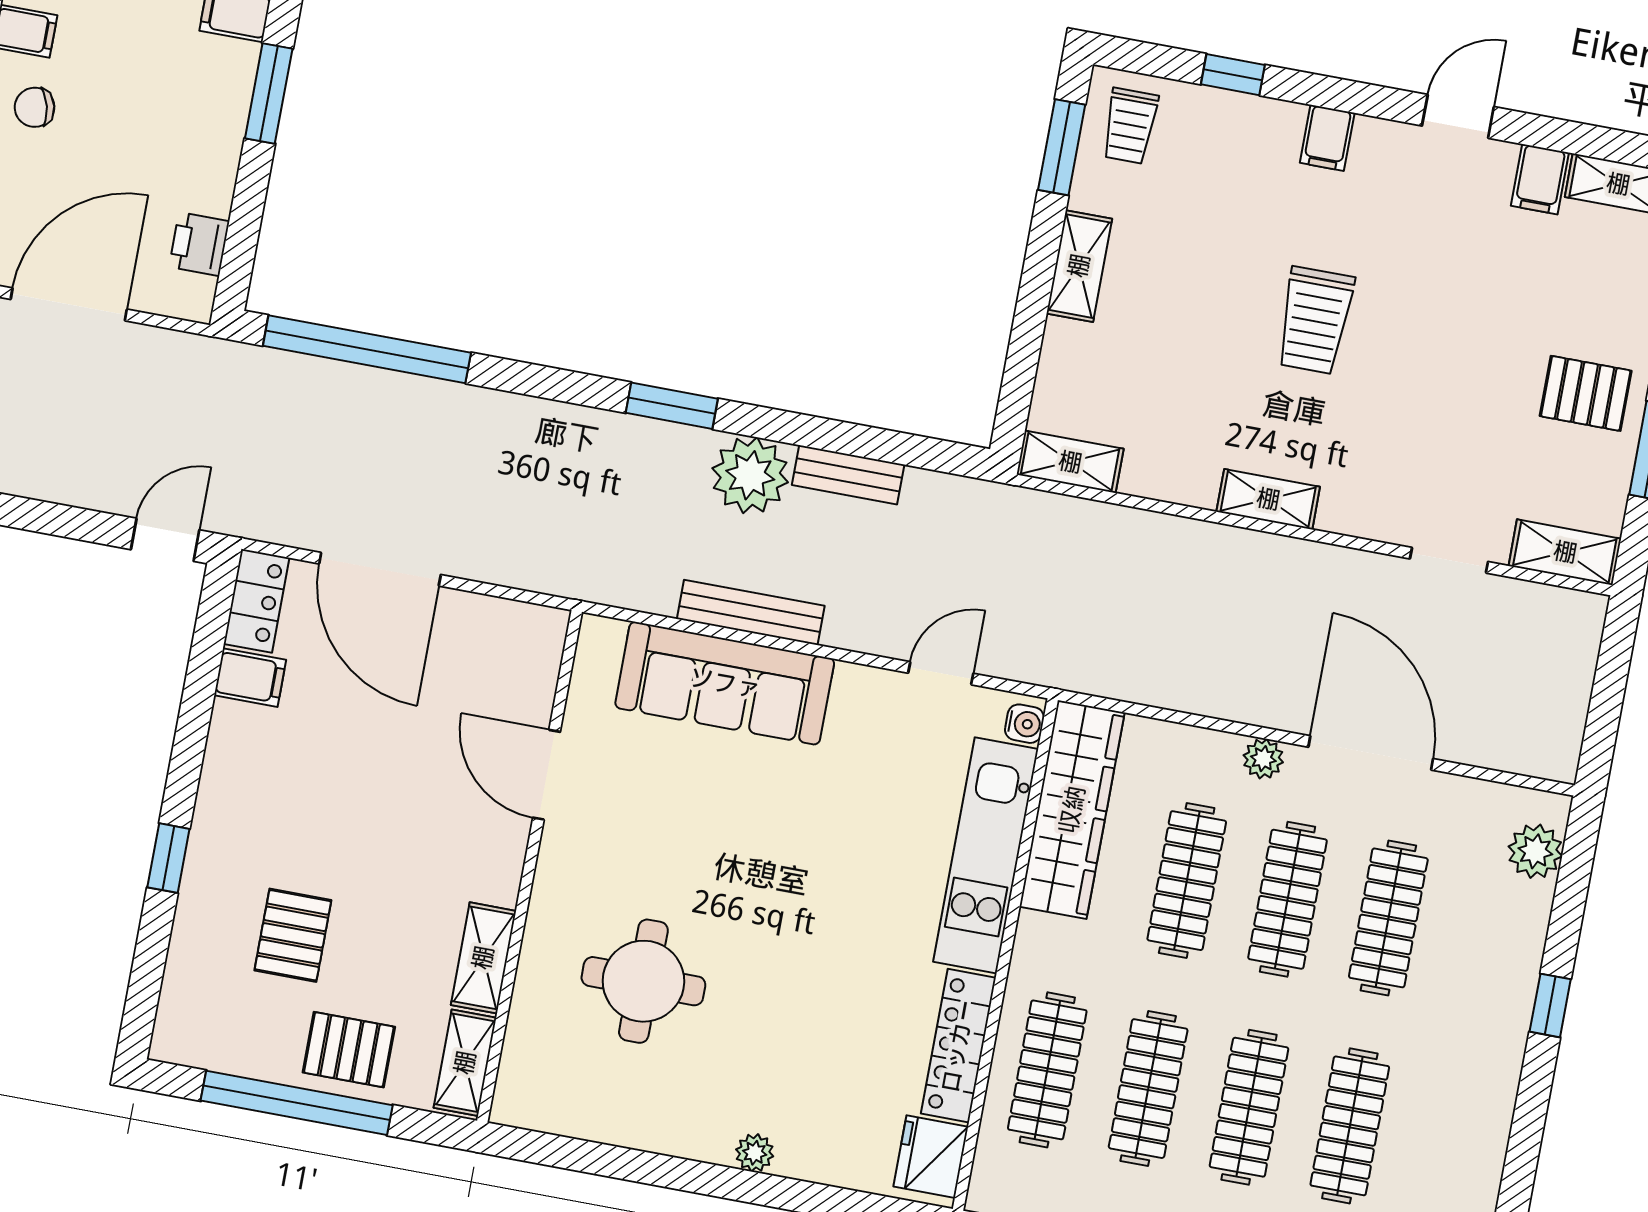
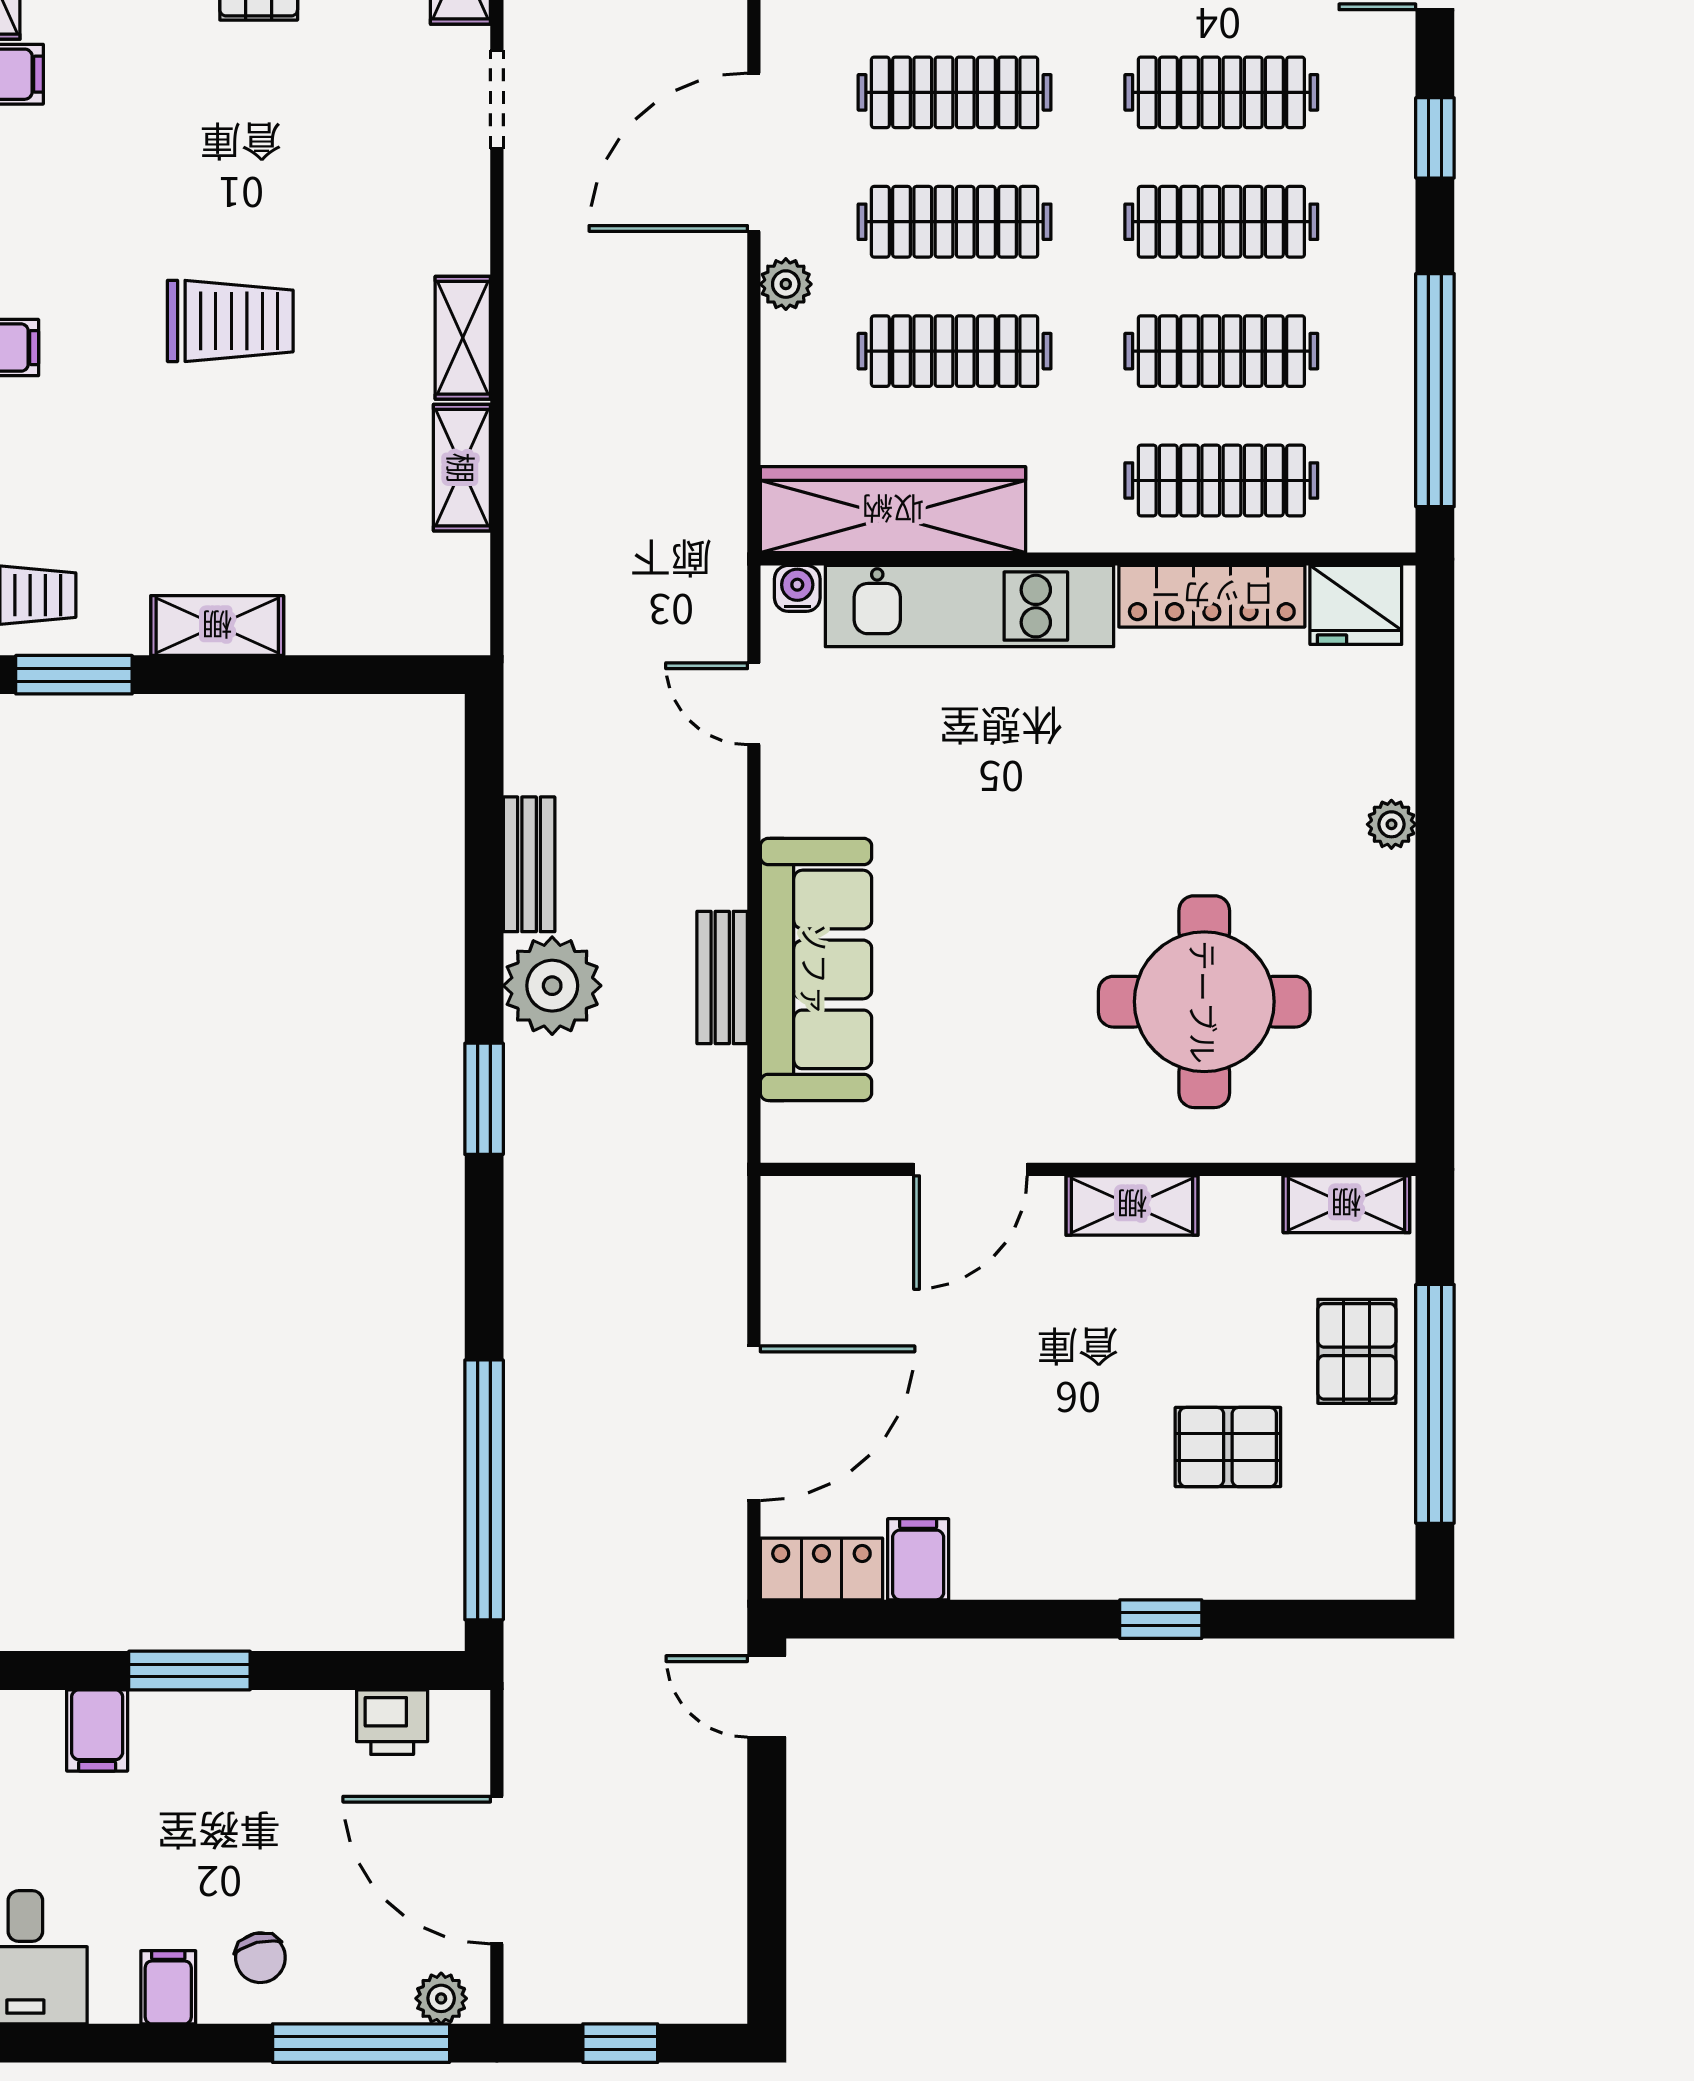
shelving: (1070, 462) -> (462, 468), moved
bench: (751, 612) -> (722, 978), width x0.73
shelving: (483, 958) -> (1132, 1205), moved
round table: (643, 981) -> (1204, 1002), width x1.36, depth x1.36

